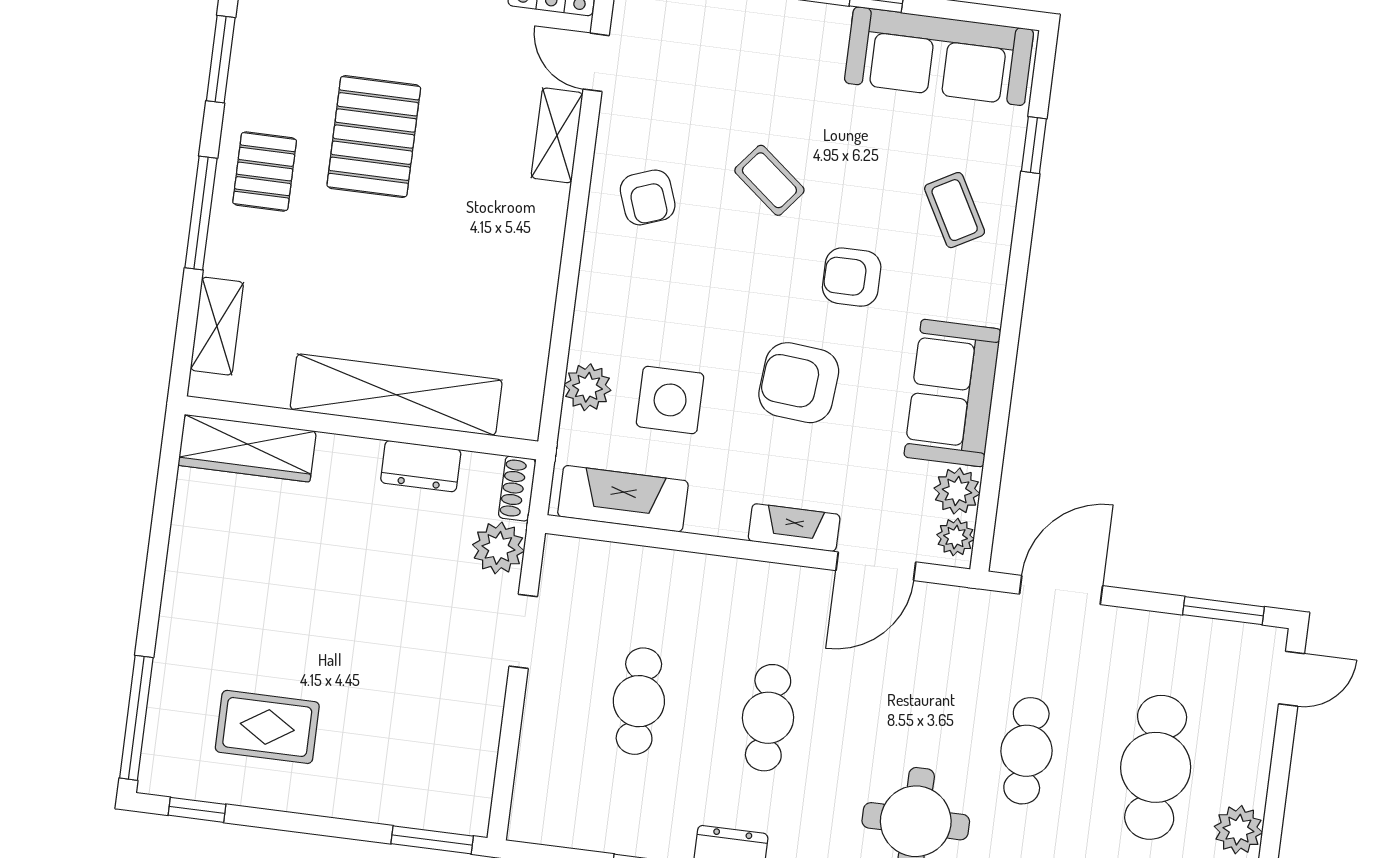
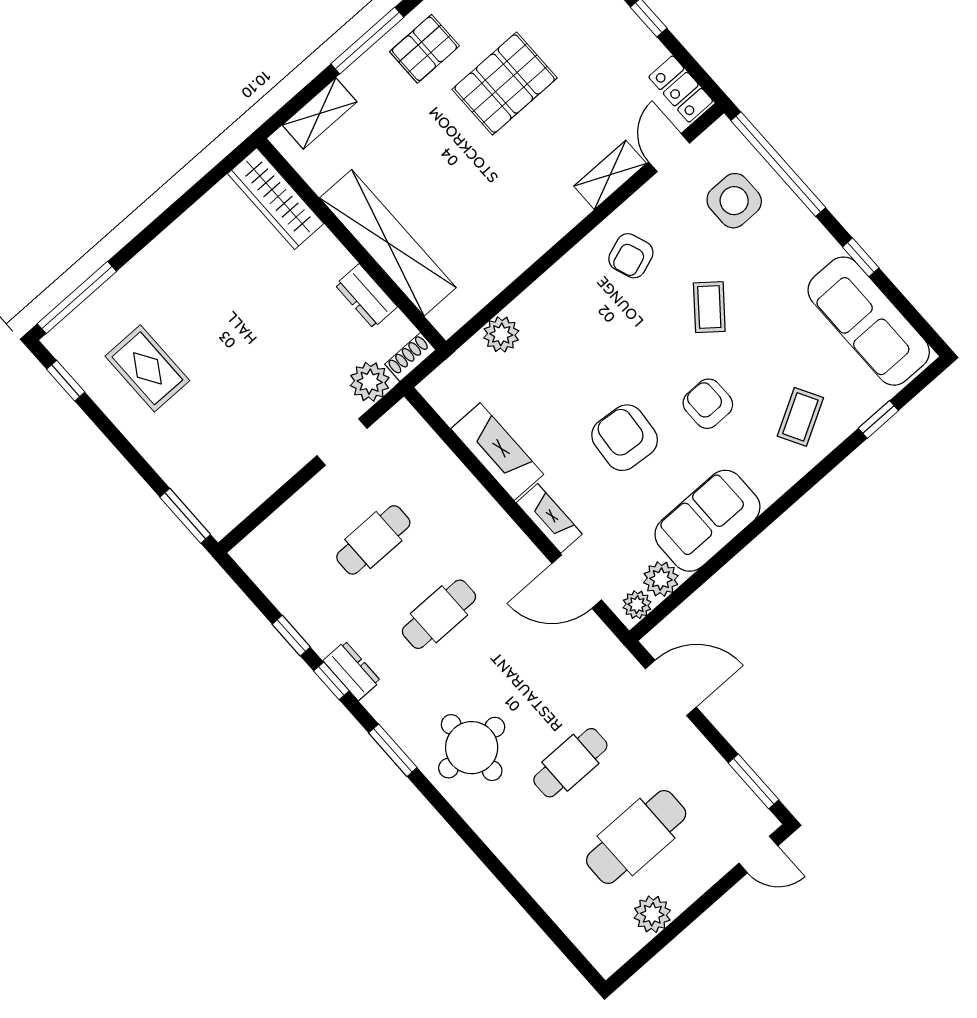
side table: (670, 400) -> (734, 201), moved
fireplace: (623, 499) -> (497, 452), moved

